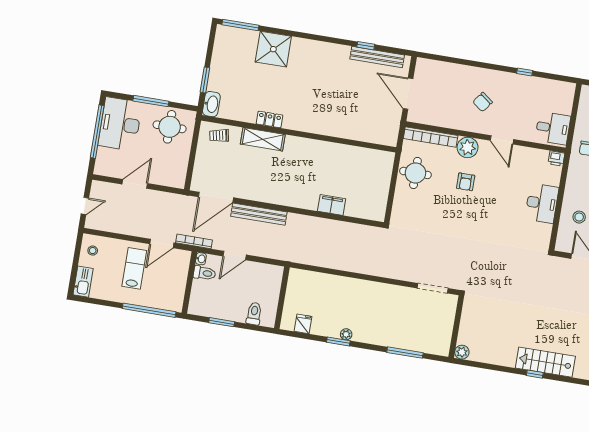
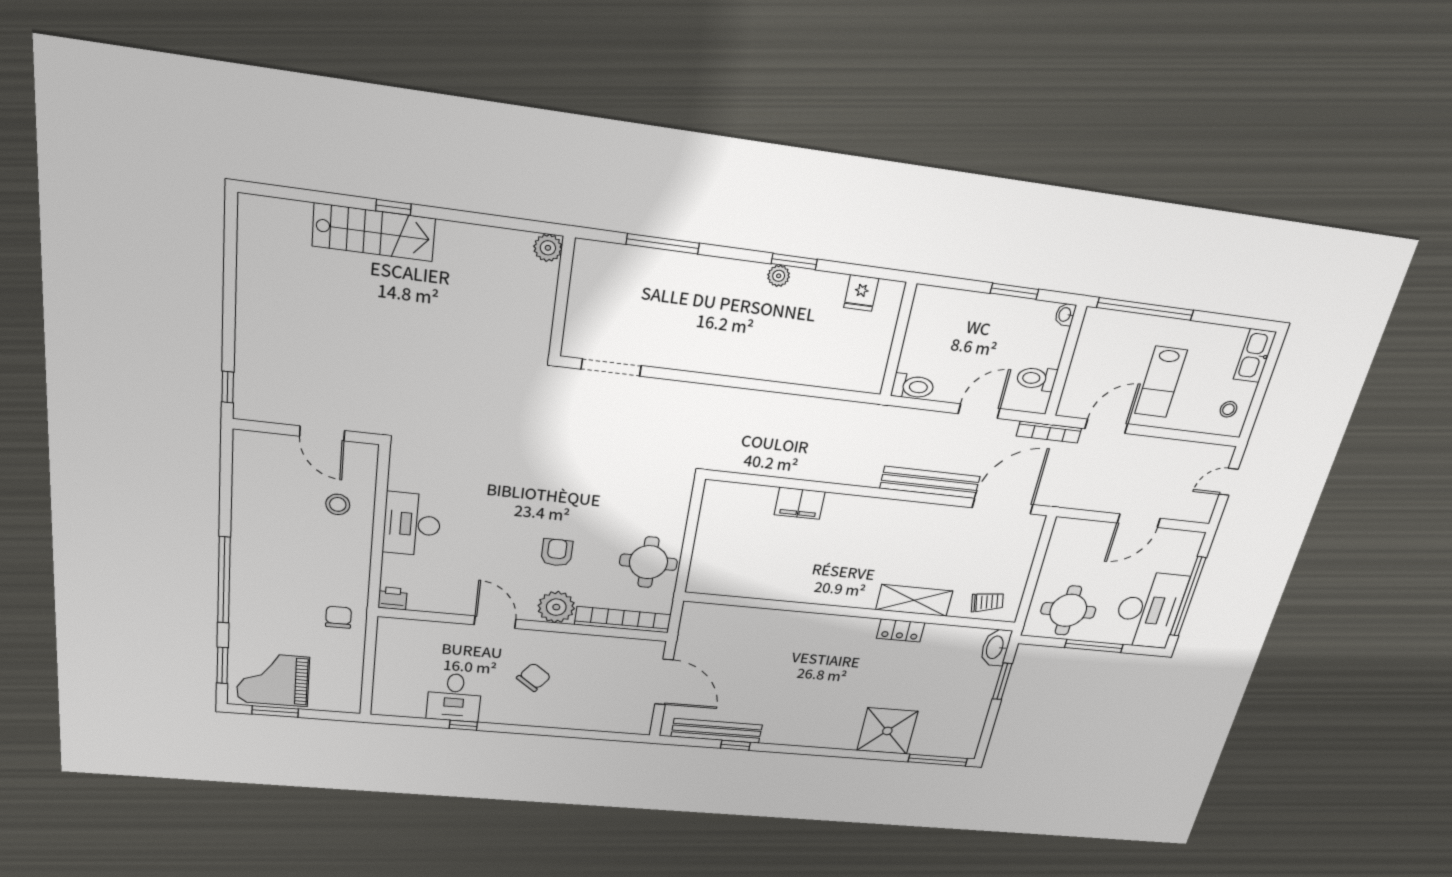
desk: (553, 128) -> (454, 697), moved, turned -90
washbasin: (201, 259) -> (1065, 315), moved
toilet: (254, 314) -> (913, 386), moved, turned -90

